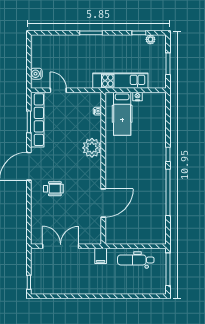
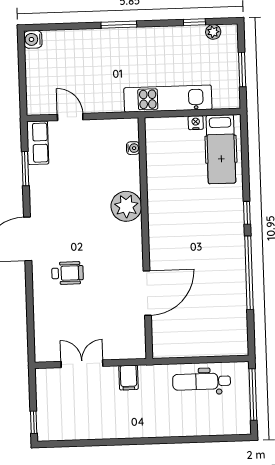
water cooler: (36, 74) -> (33, 39), moved
hospital bed: (122, 114) -> (221, 149), moved
row of seats: (37, 120) -> (38, 143), width x0.50
double door: (61, 246) -> (82, 364), width x0.73
filing cabinet: (101, 256) -> (129, 378), moved

